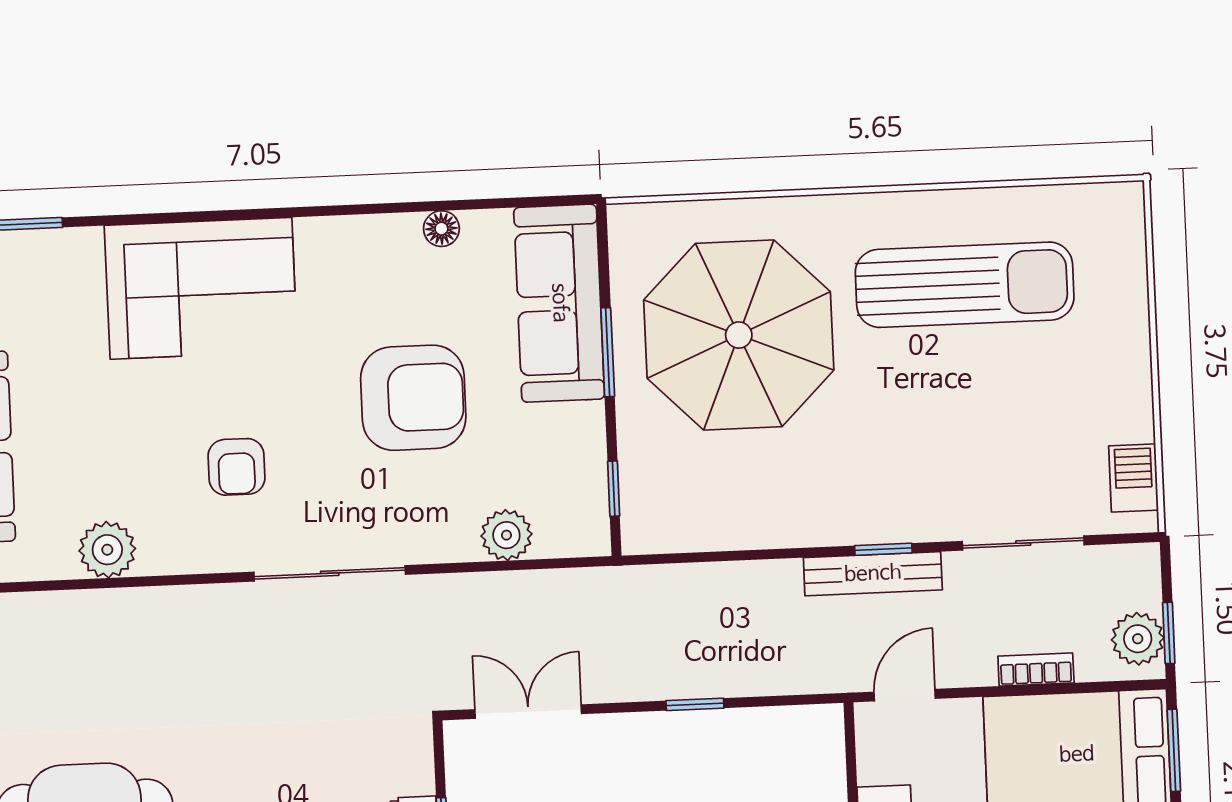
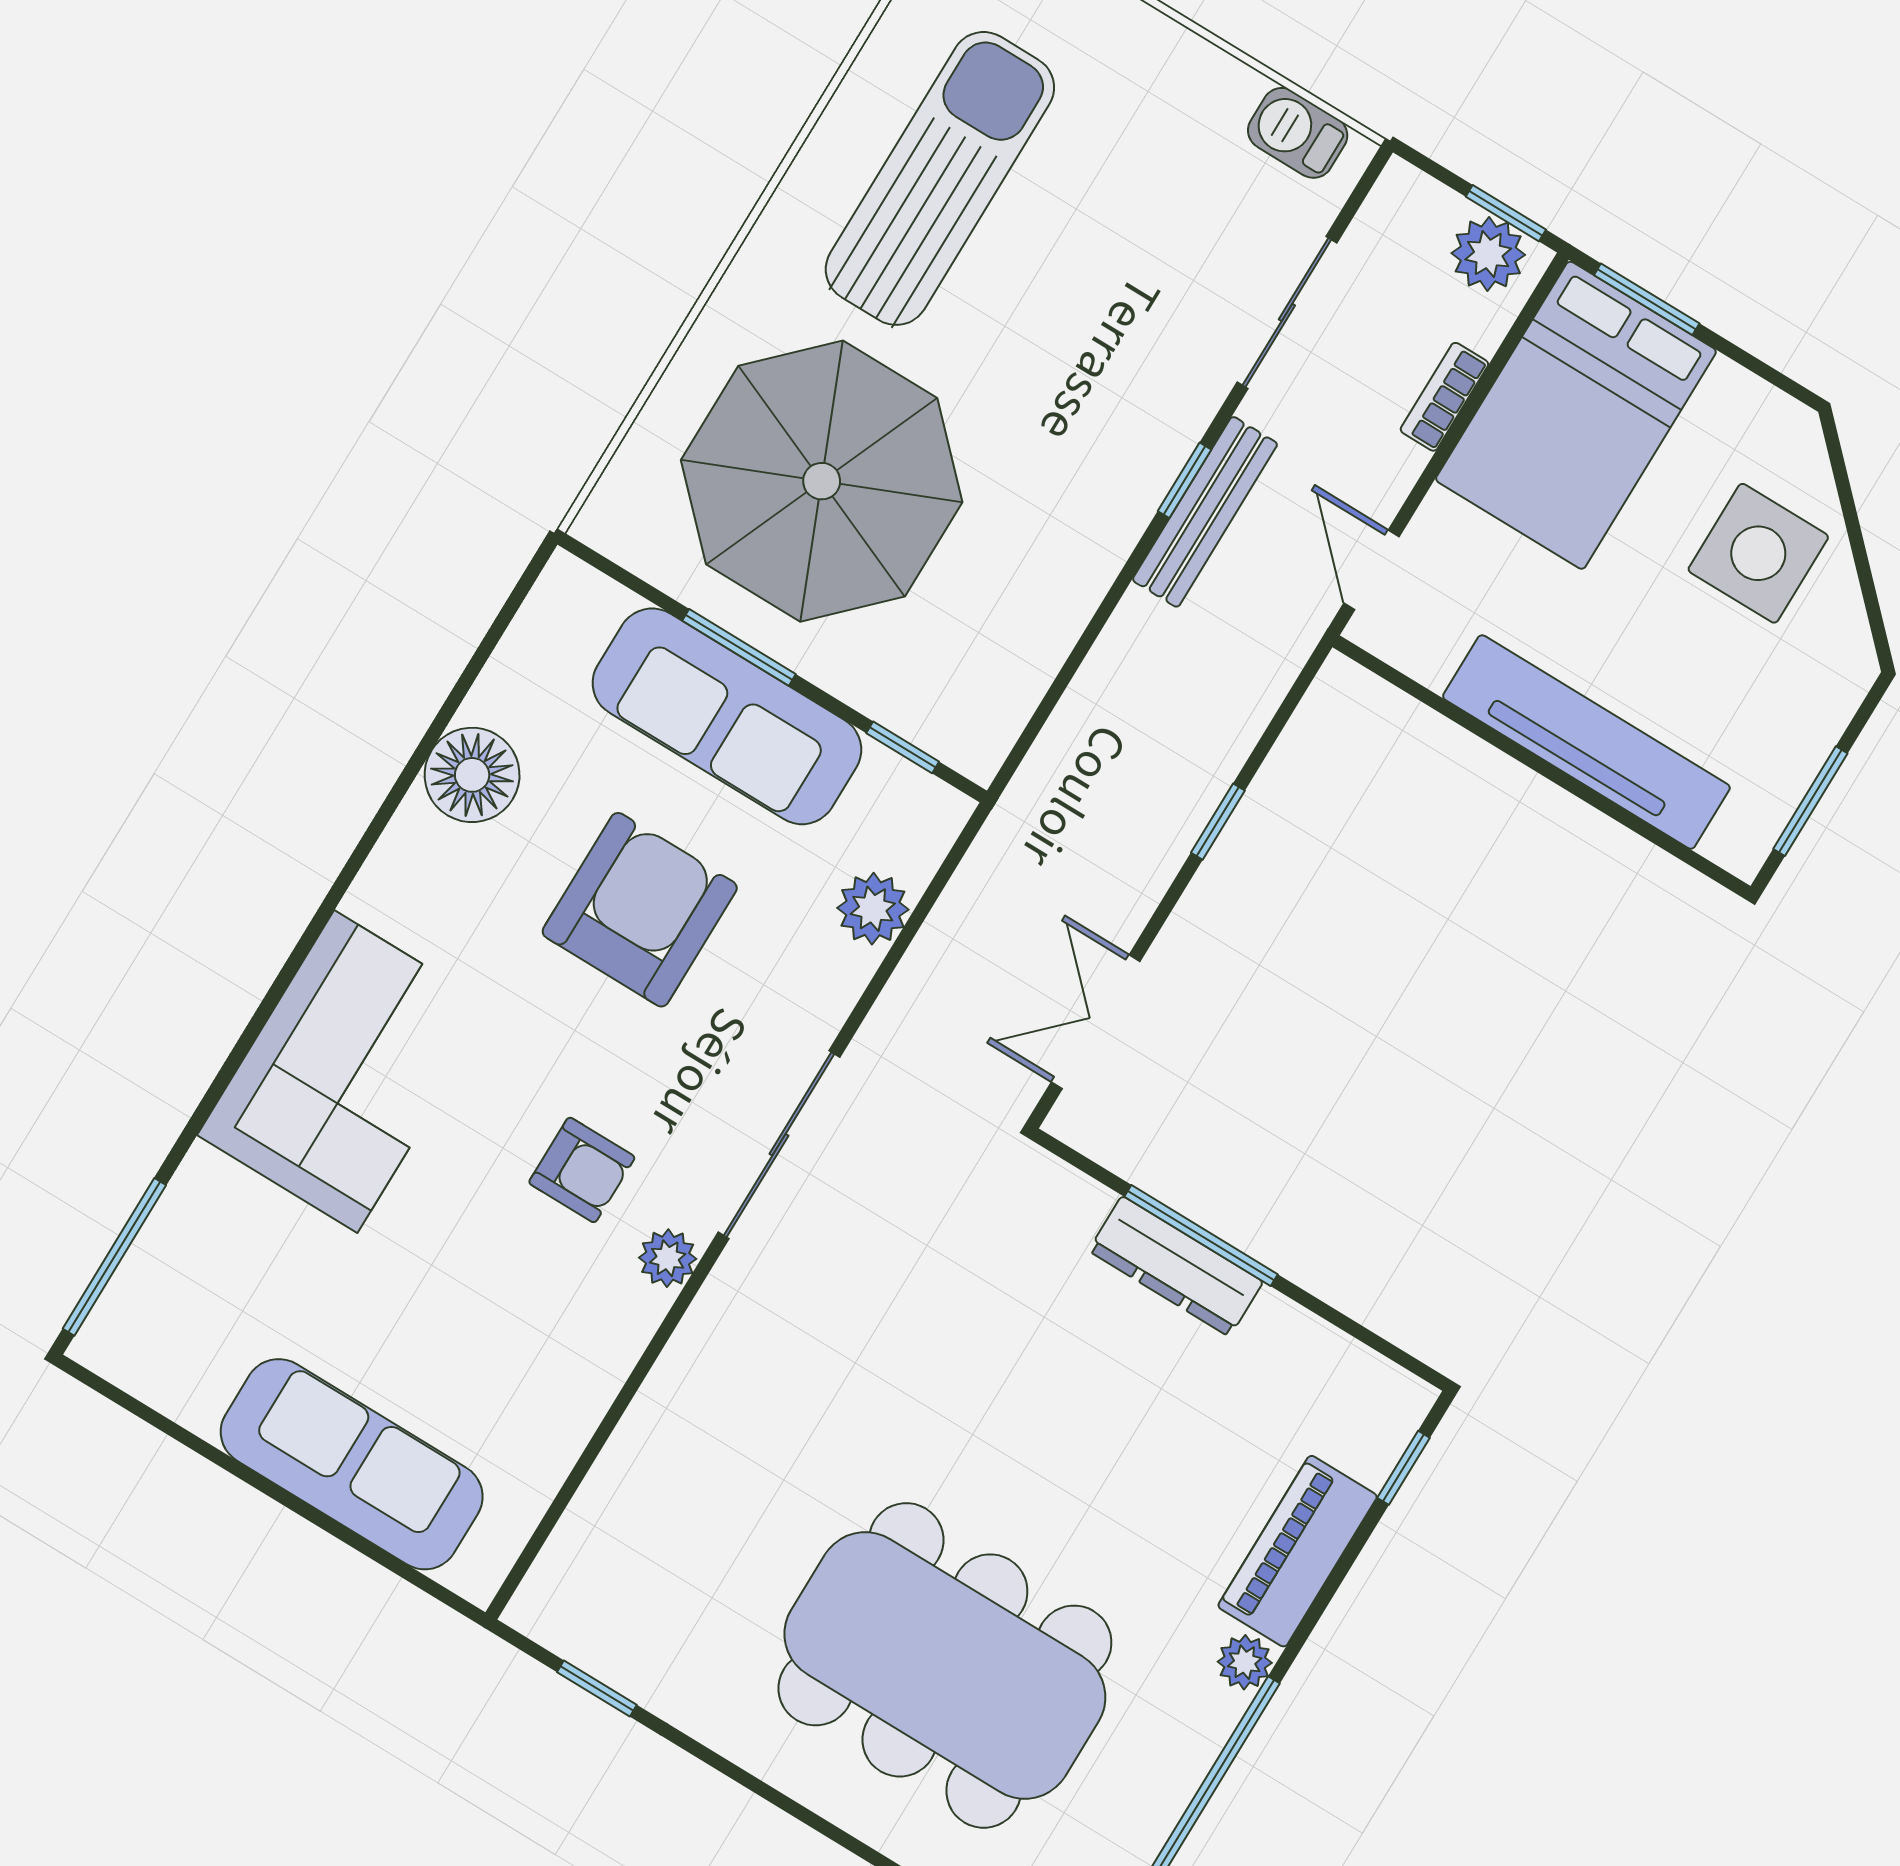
floor lamp: (441, 229) -> (472, 775), width x1.89, depth x1.89
sofa: (559, 303) -> (727, 716), moved
plant: (107, 550) -> (668, 1258), moved, width x0.73, depth x0.73

